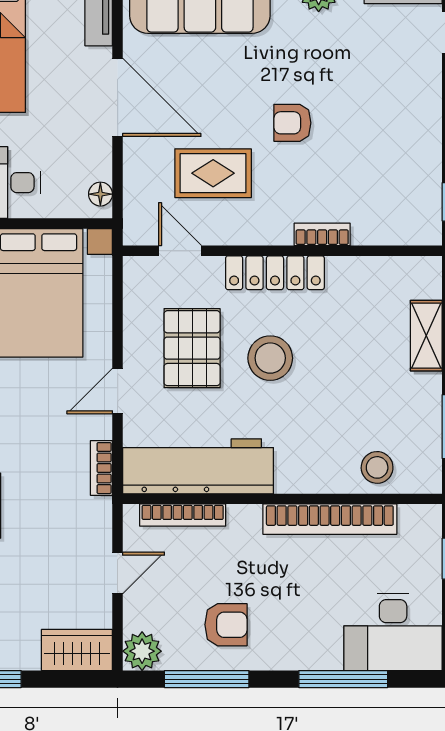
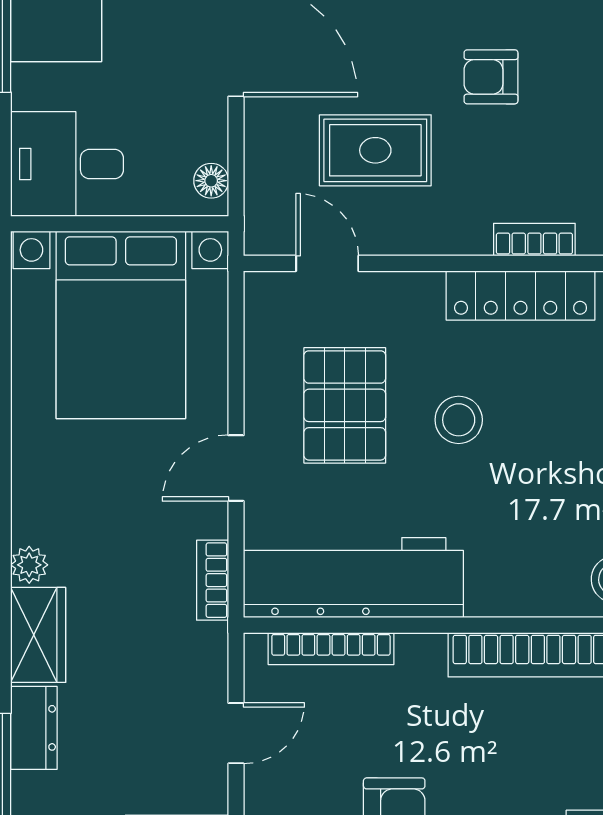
locker: (275, 273) -> (521, 295), moved
stool: (270, 358) -> (459, 420), width x0.73, depth x0.73

